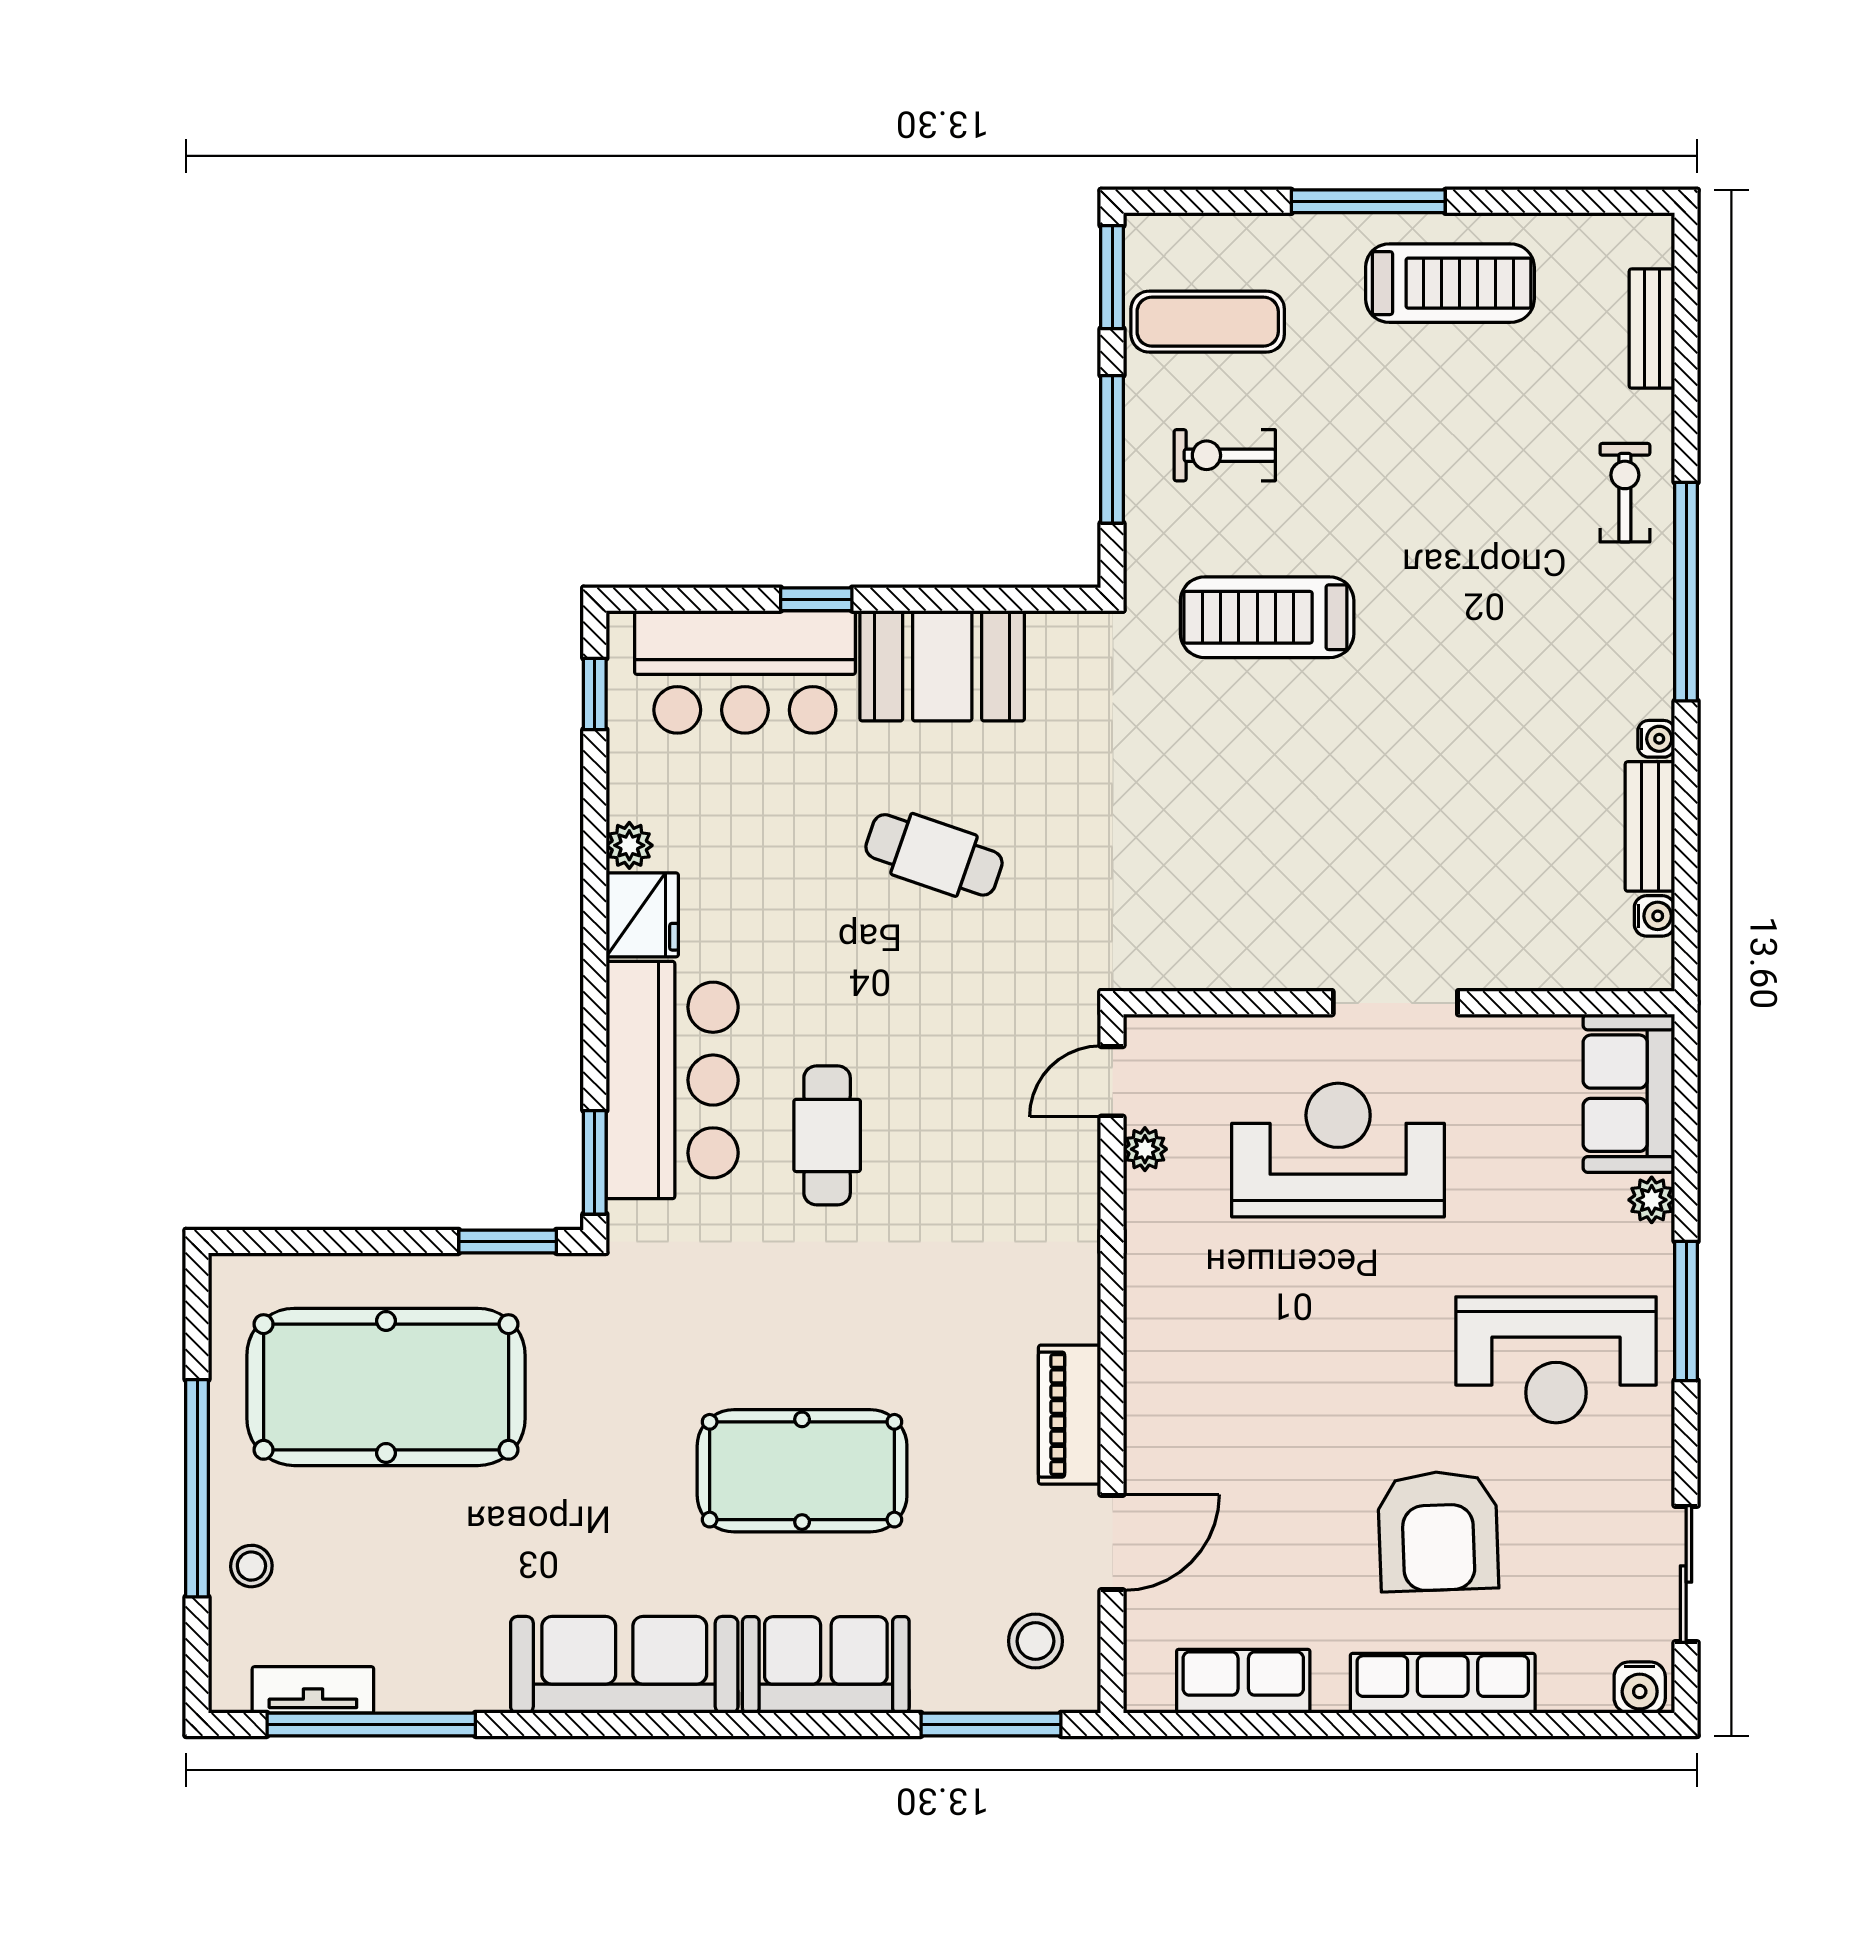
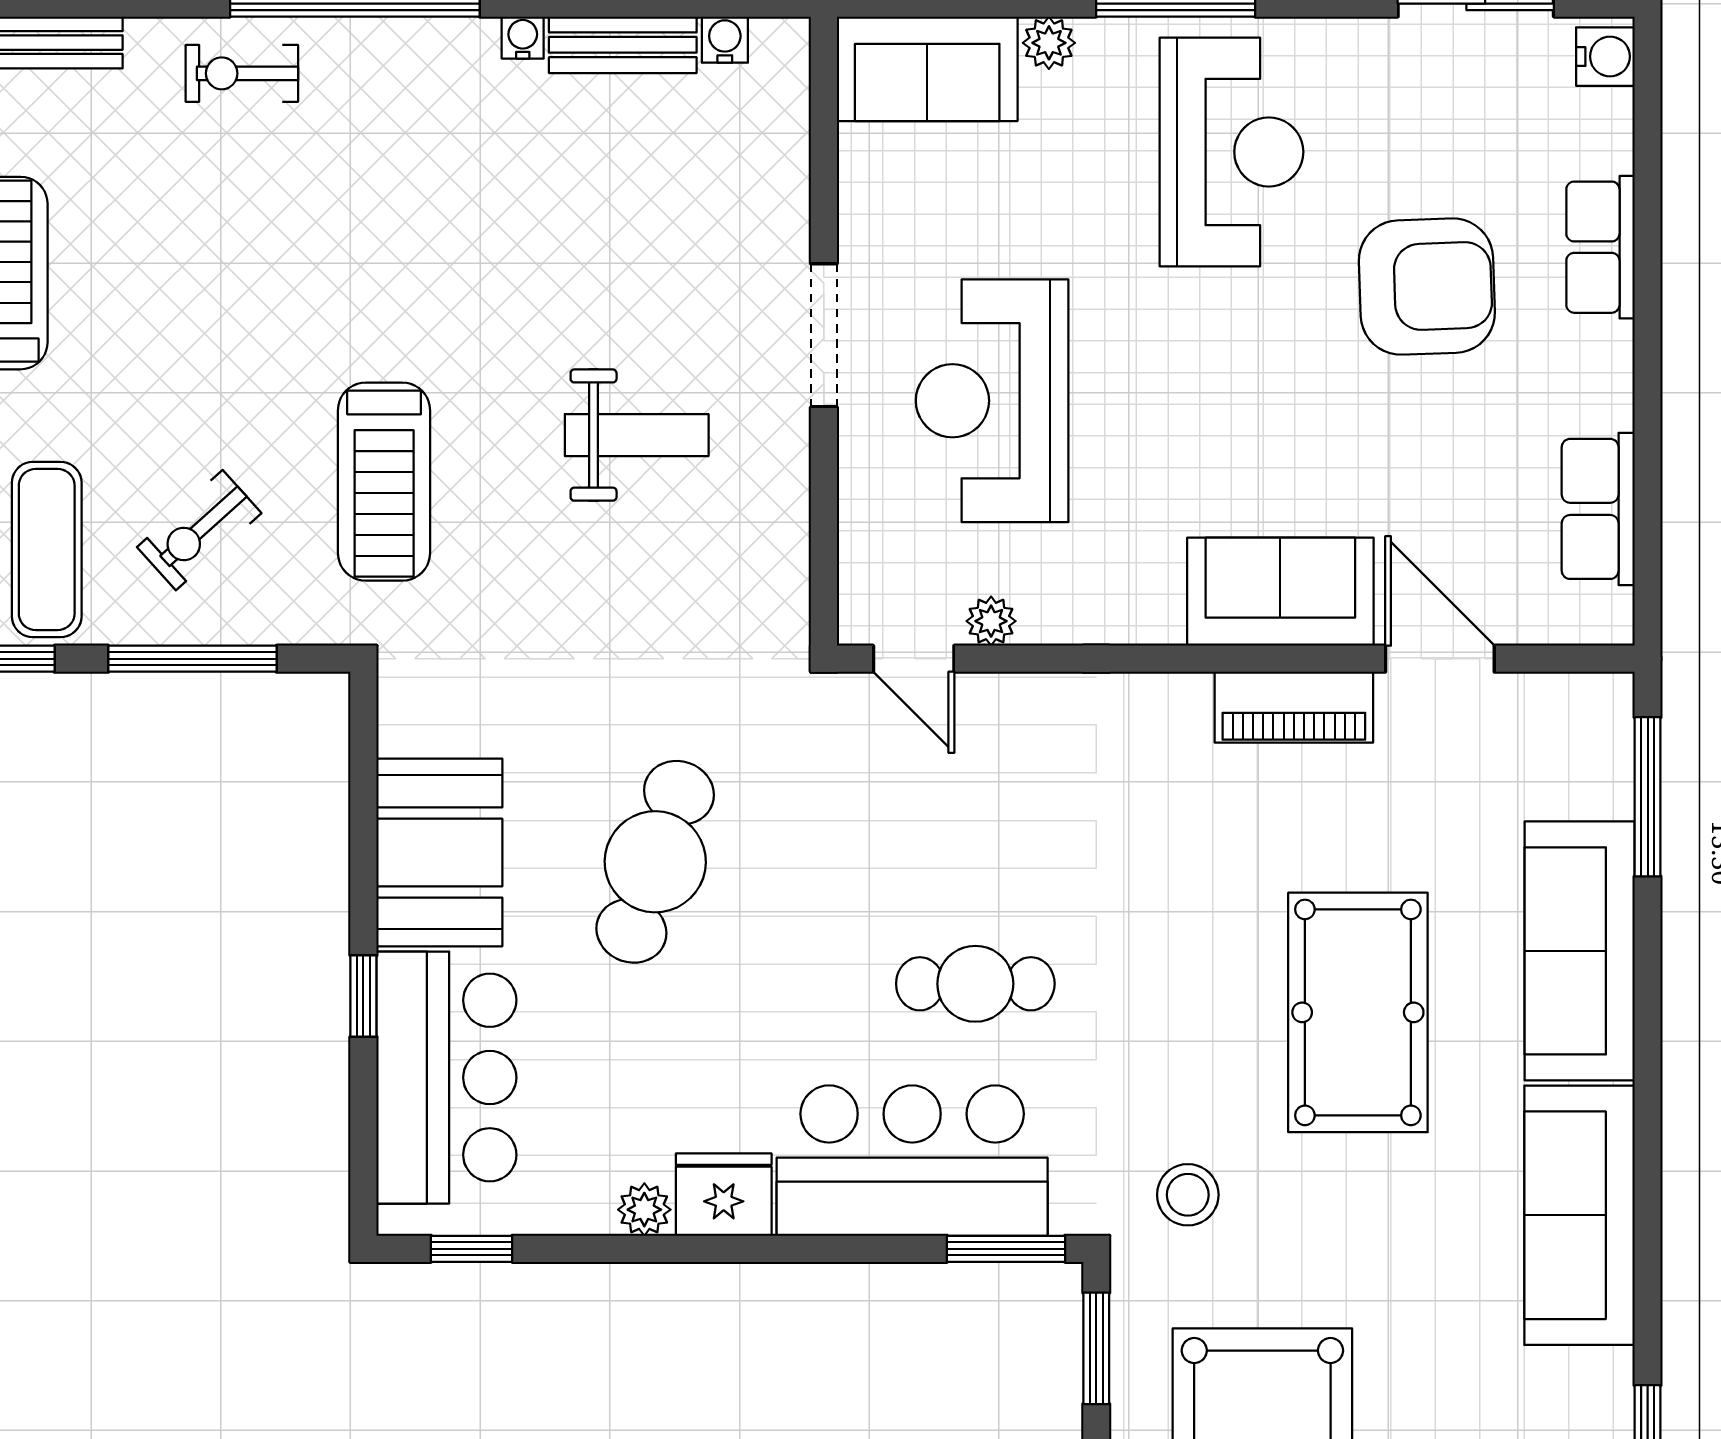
exercise bike: (1225, 455) -> (199, 530), turned 48
weight bench: (1308, 839) -> (637, 435), added
cafe table: (934, 855) -> (655, 862), width x1.37, depth x1.35
sofa: (1171, 1403) -> (1280, 592), added
stool: (1035, 1641) -> (1188, 1195), moved
sofa: (826, 1665) -> (1580, 951), width x1.36
row of seats: (1443, 1683) -> (1600, 247), width x0.68

